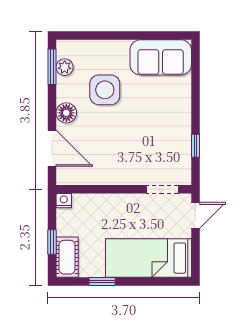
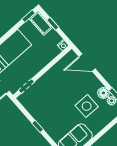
floor lamp: (66, 113) -> (103, 93), moved
window: (195, 146) -> (38, 126), moved
window: (102, 281) -> (29, 16), moved

